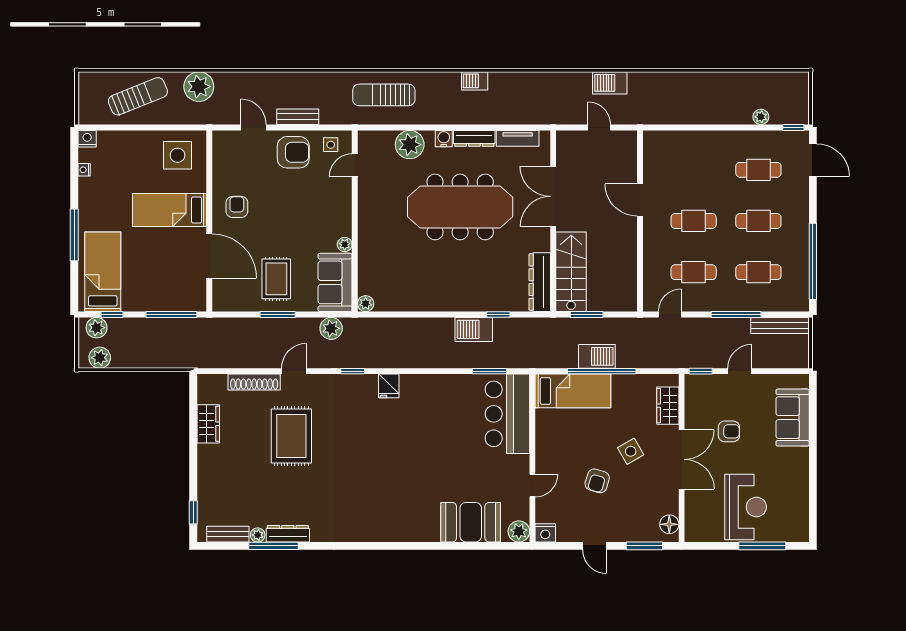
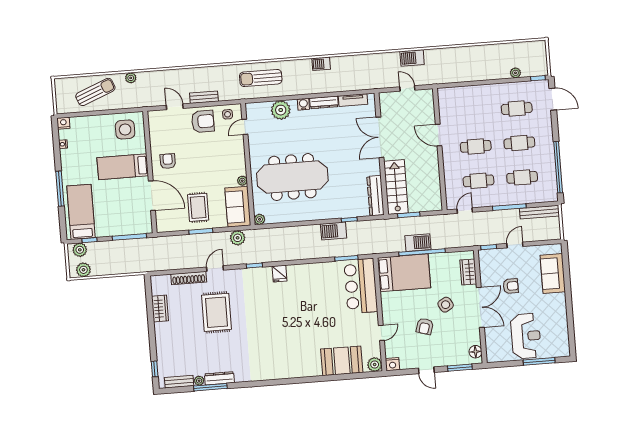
plant: (199, 87) -> (131, 78), width x0.53, depth x0.53
meeting table: (460, 207) -> (292, 177), moved
bed: (573, 391) -> (404, 273), width x1.50

